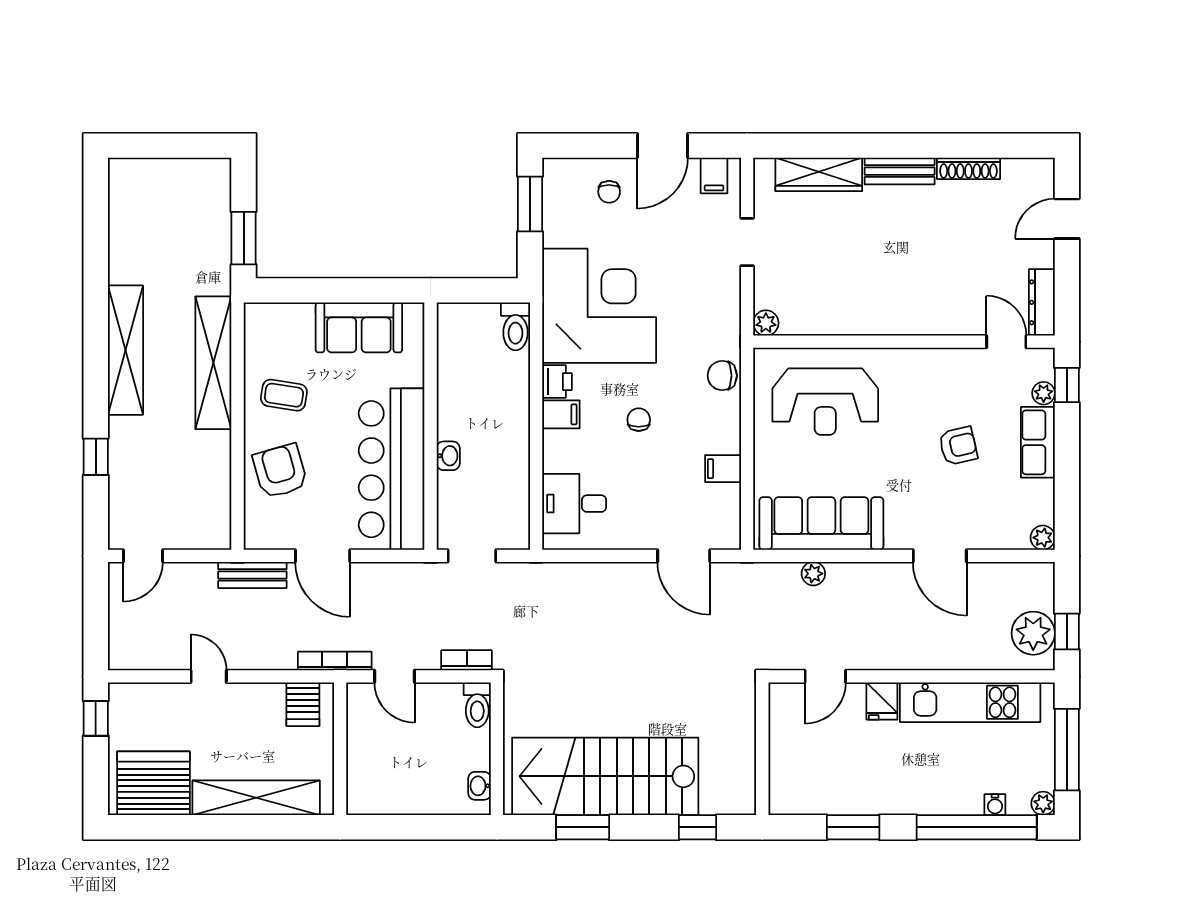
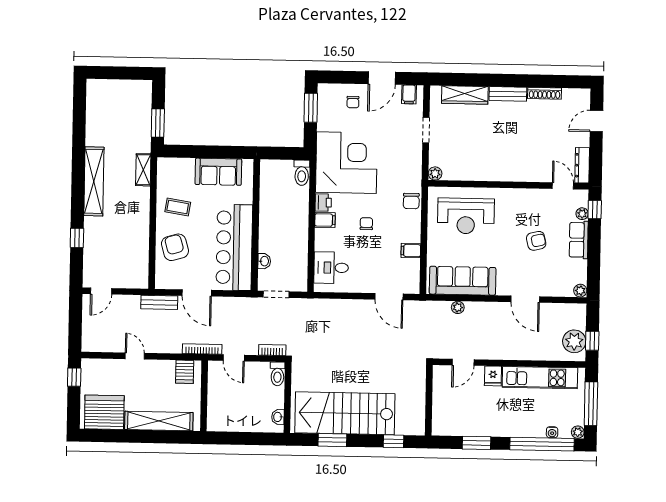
shelving: (213, 363) -> (143, 170), width x0.45, depth x0.75
chair: (722, 376) -> (411, 201), turned -90
washbasin: (448, 456) -> (264, 261), moved

